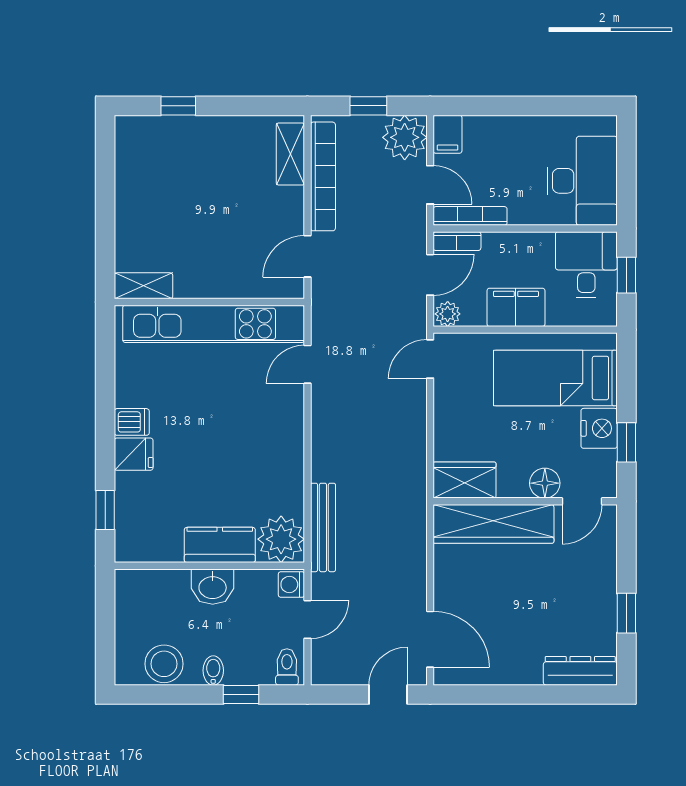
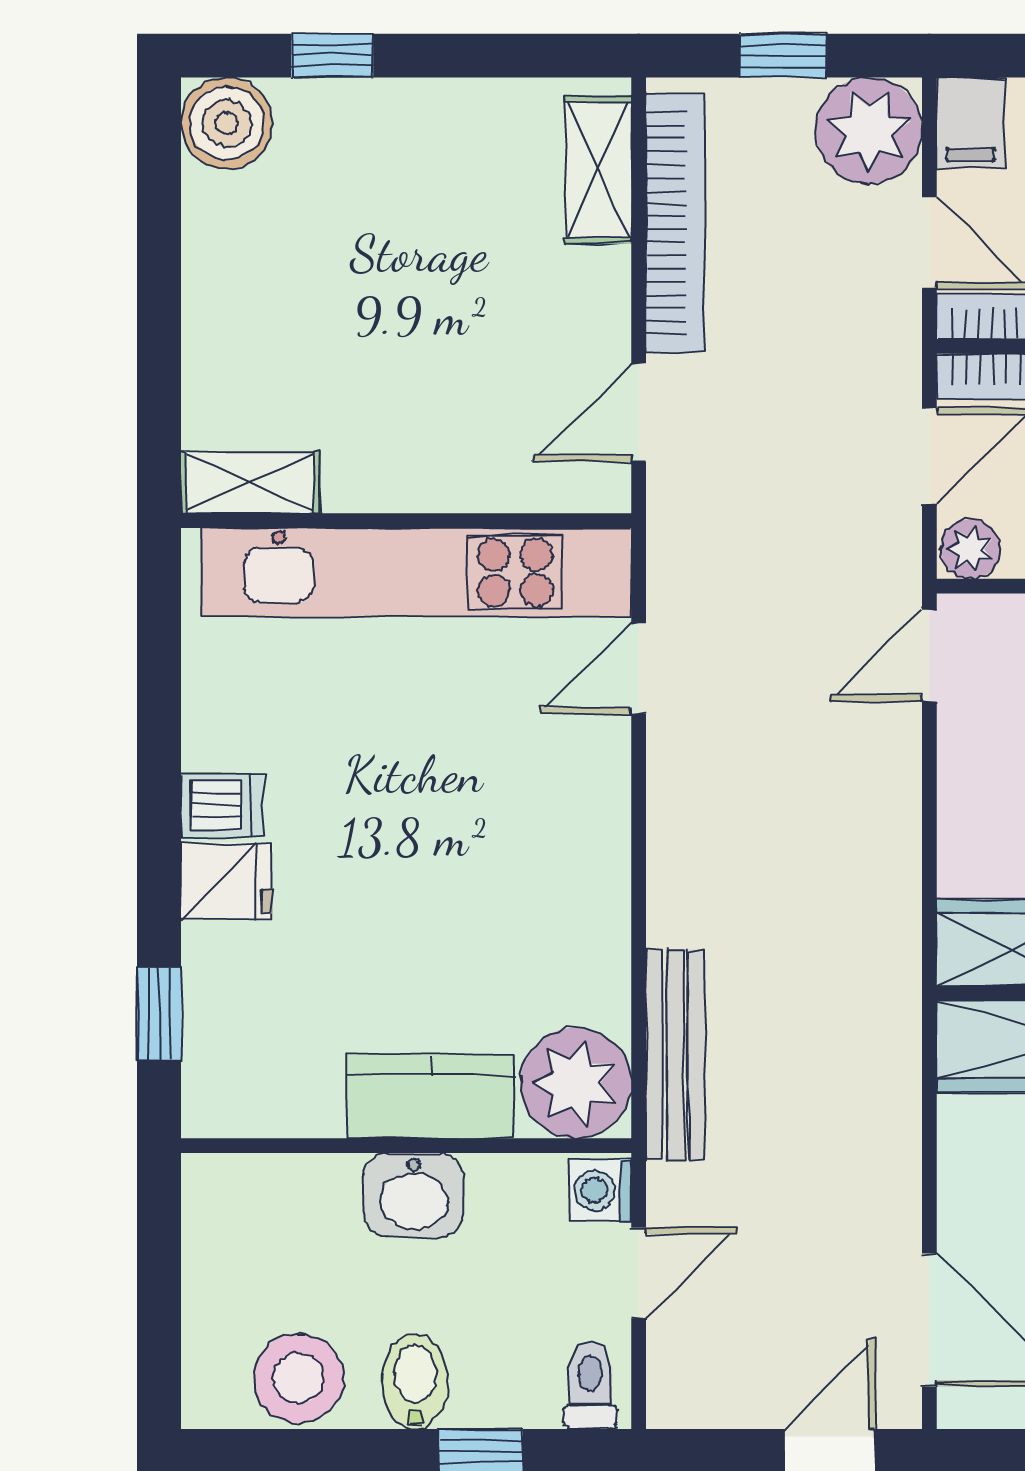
boiler: (134, 134) -> (227, 123), added
bidet: (213, 670) -> (415, 1381), width x1.38, depth x1.36

